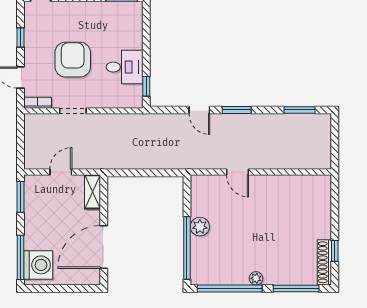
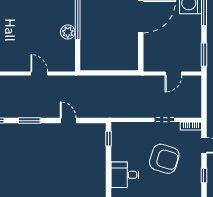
armchair: (73, 60) -> (164, 159), turned -73
desk: (125, 67) -> (125, 175), moved
window: (237, 110) -> (29, 121), moved
shelving: (93, 192) -> (149, 58), removed

